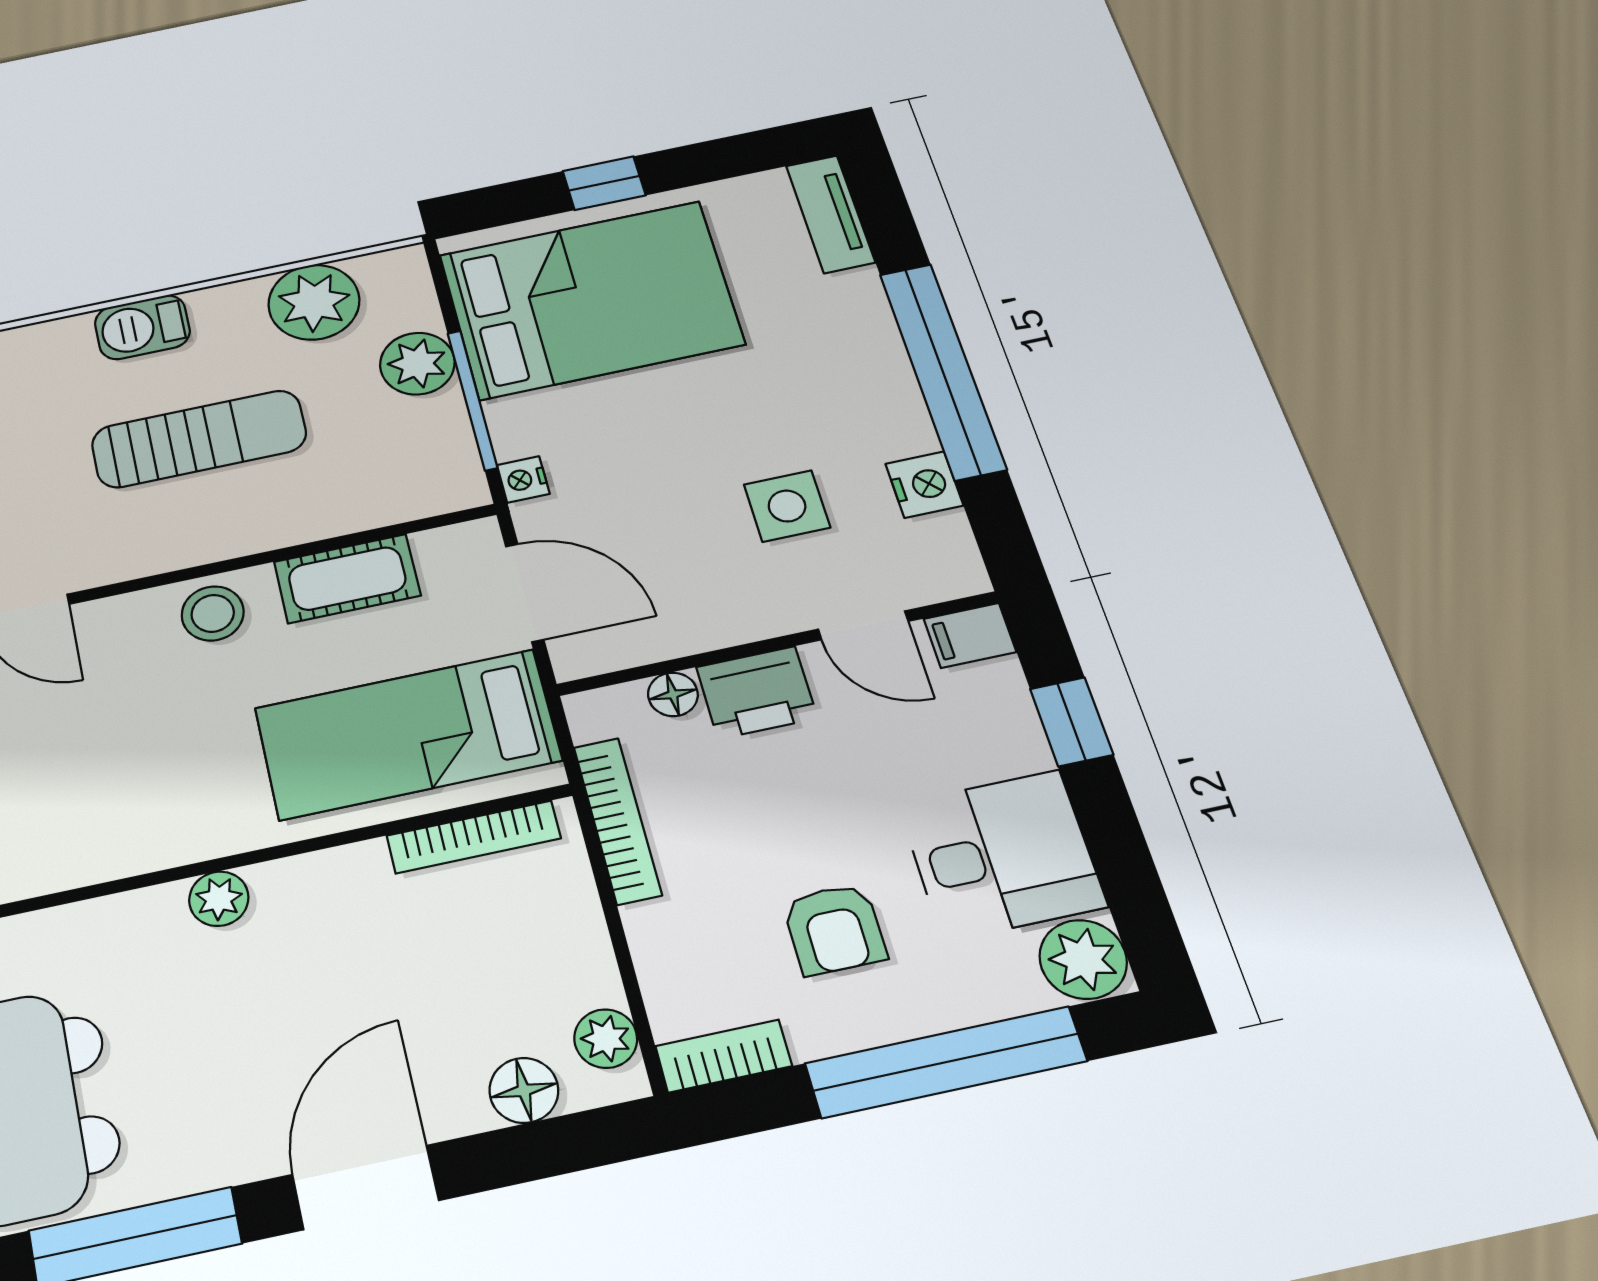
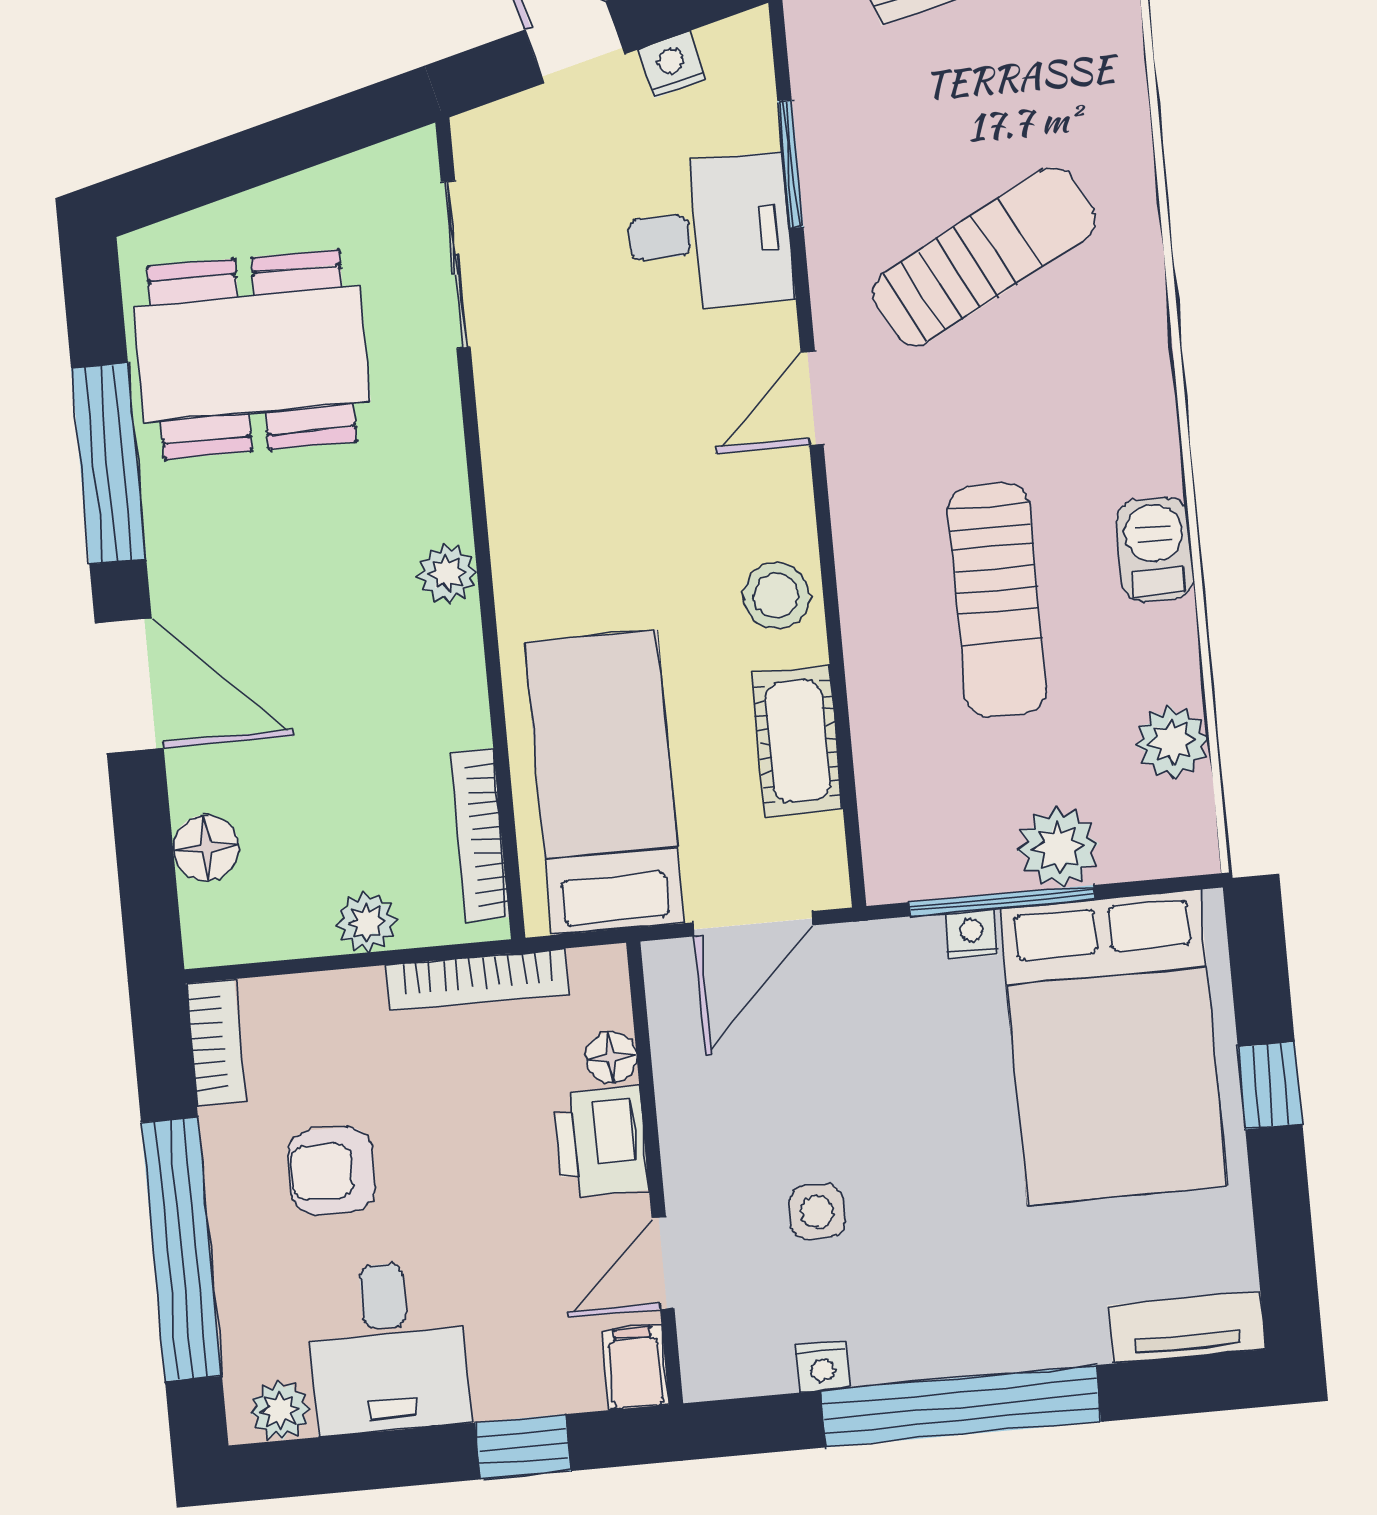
plant: (314, 302) -> (1172, 742), width x0.73, depth x0.73
nightstand: (523, 479) -> (972, 934), moved
nightstand: (924, 485) -> (822, 1367), width x0.72, depth x0.74
side table: (787, 506) -> (817, 1212), width x0.73, depth x0.73
plant: (1083, 959) -> (280, 1411), width x0.73, depth x0.73
plant: (606, 1039) -> (367, 922), moved

